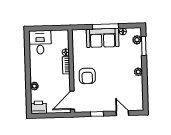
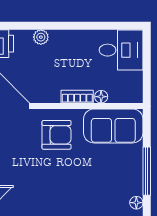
sofa: (103, 38) -> (113, 126), moved, turned -90
armchair: (87, 76) -> (57, 135), turned 180

